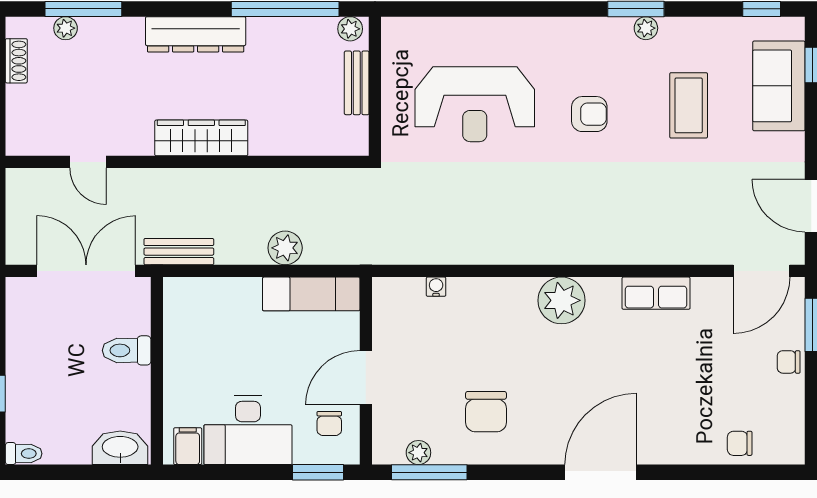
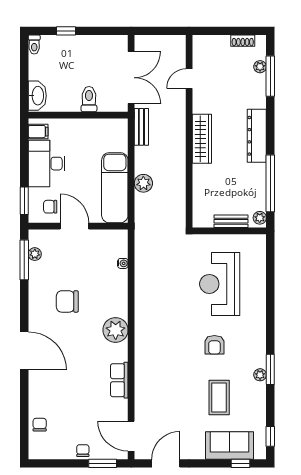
coffee table: (689, 105) -> (219, 397), turned 90
exam couch: (311, 294) -> (115, 188), width x1.36, depth x1.45
chair: (486, 412) -> (67, 301), moved

